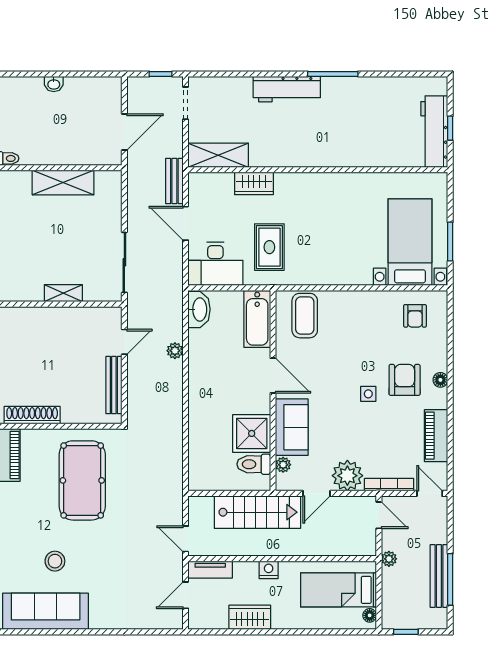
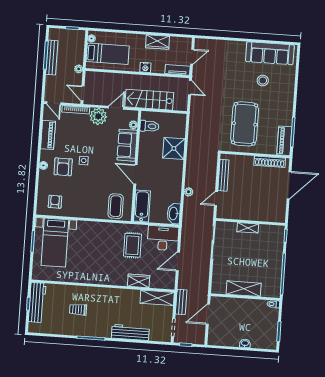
workbench: (287, 89) -> (130, 332), moved
trolley: (359, 124) -> (78, 310), added
bench: (174, 181) -> (181, 302), moved
door: (185, 223) -> (178, 262), swing flipped
shower: (252, 433) -> (174, 148), moved

